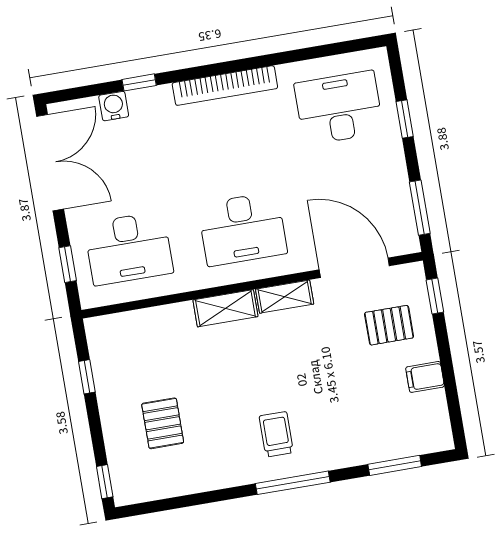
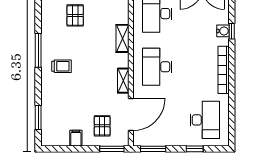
water cooler: (114, 106) -> (223, 31), moved
window: (435, 296) -> (112, 149), width x1.50
shelving: (225, 308) -> (123, 38), moved
pallet: (163, 423) -> (75, 15), turned 90
window: (293, 483) -> (38, 50), moved

